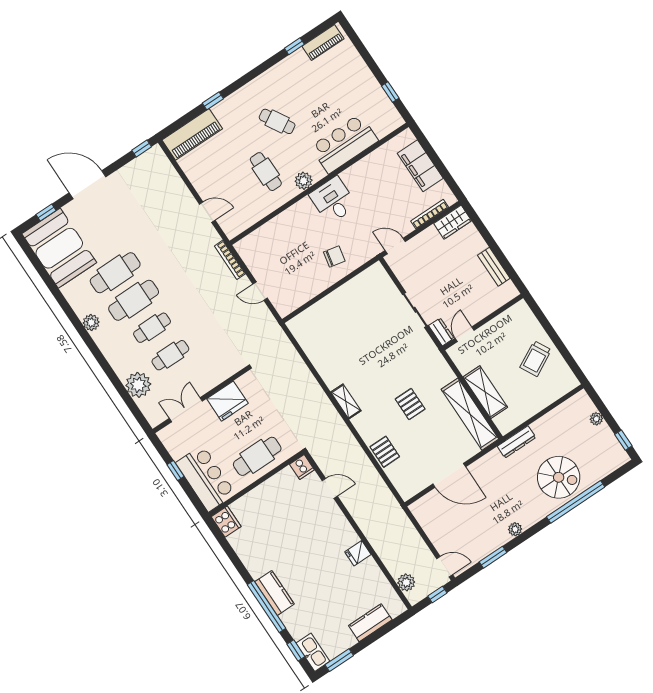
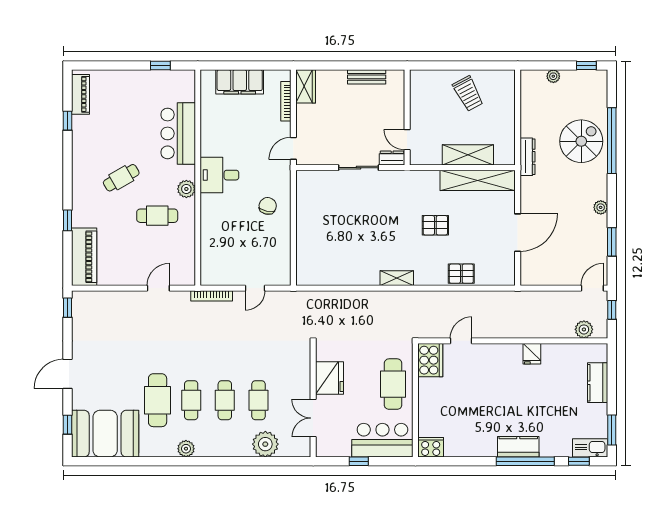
door: (87, 185) -> (67, 374), width x0.73
cafe table: (134, 300) -> (191, 400), width x0.73, depth x0.74
cooker: (302, 467) -> (430, 360), width x1.87, depth x1.31

